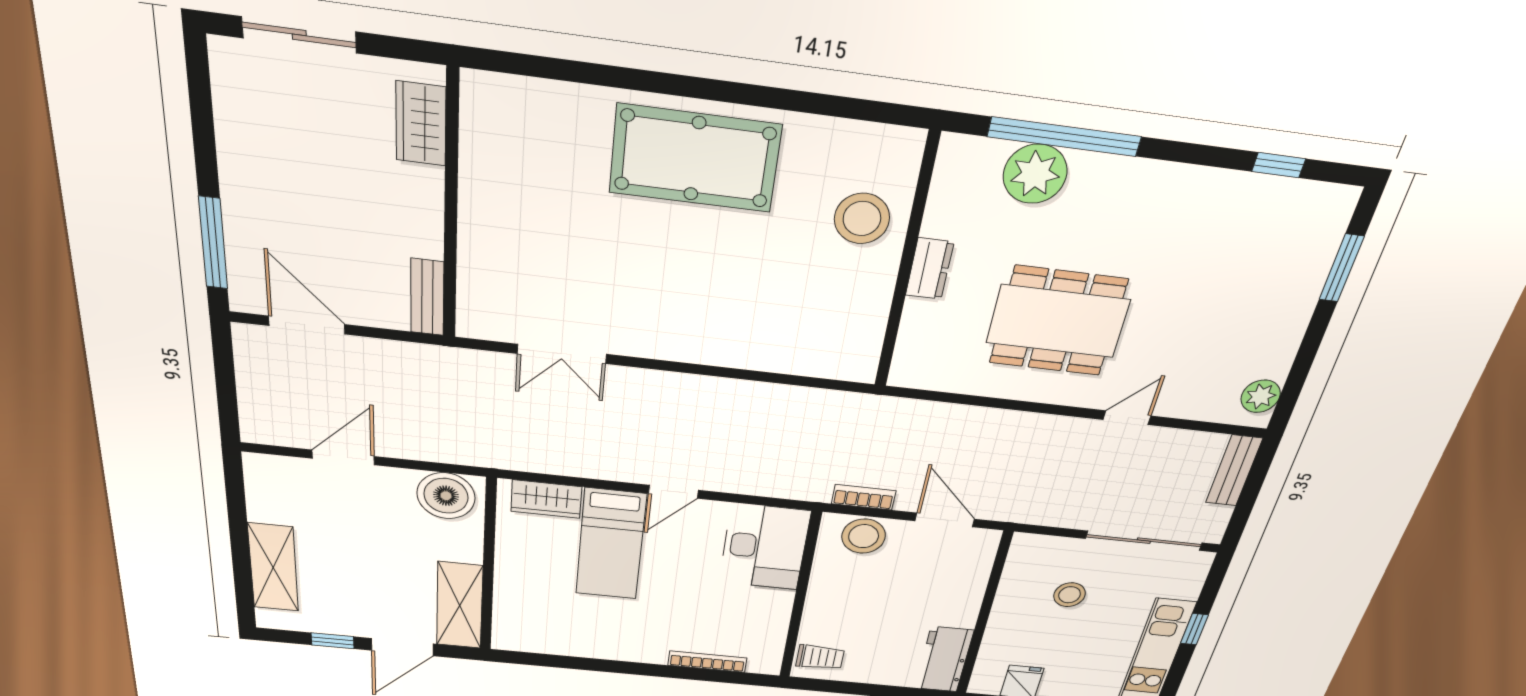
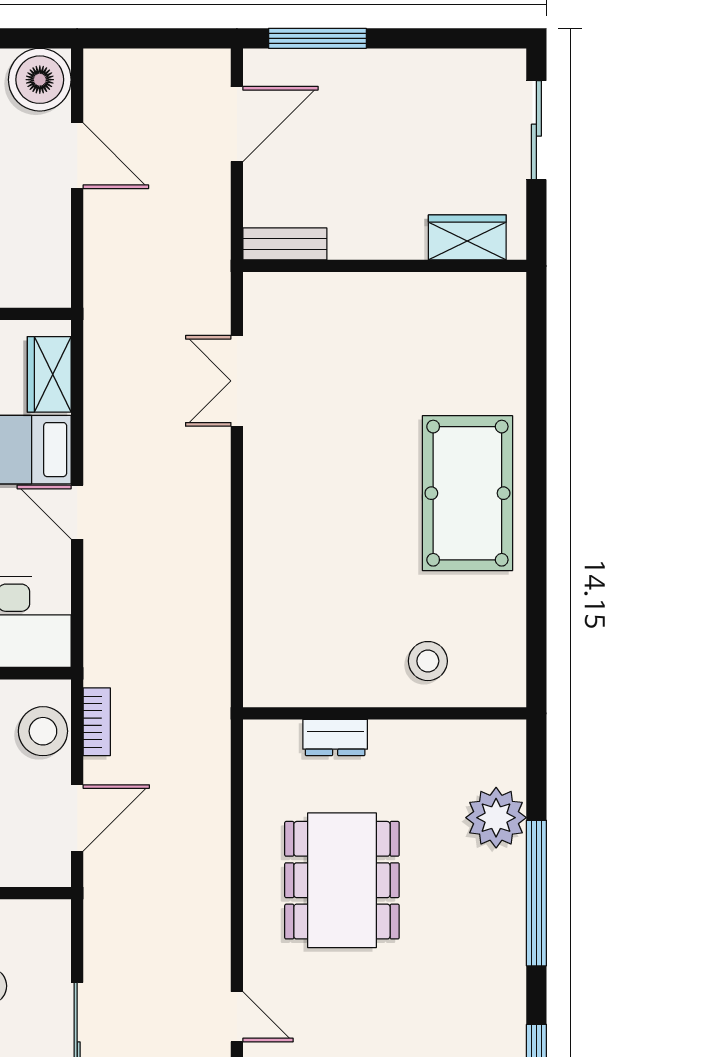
window: (1064, 137) -> (536, 893), moved
stool: (862, 219) -> (428, 661), width x0.73, depth x0.73
dresser: (930, 269) -> (335, 738), moved
door: (1127, 418) -> (237, 1017), moved
boiler: (446, 496) -> (40, 80), moved

